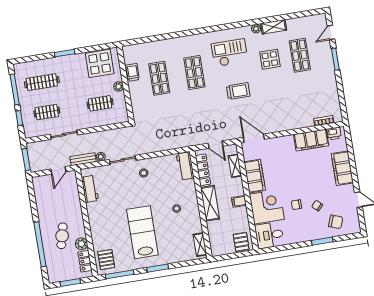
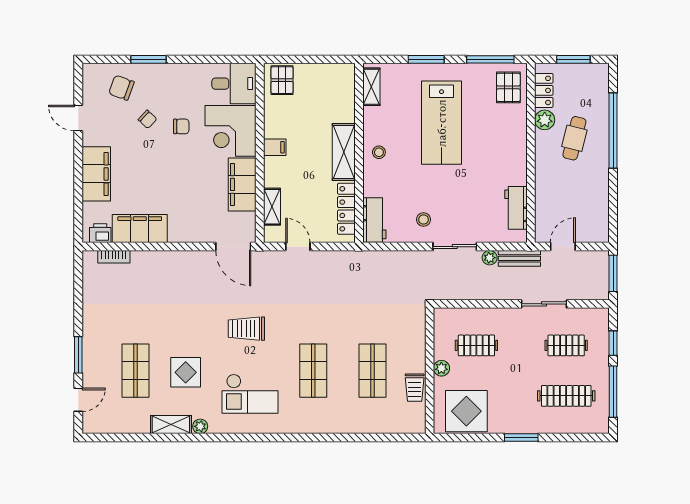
workbench: (185, 166) -> (374, 220), moved
locker: (203, 170) -> (346, 209), moved
shelving: (210, 203) -> (344, 152), moved
wall: (201, 204) -> (359, 153), moved
shelving: (200, 245) -> (371, 87), moved

